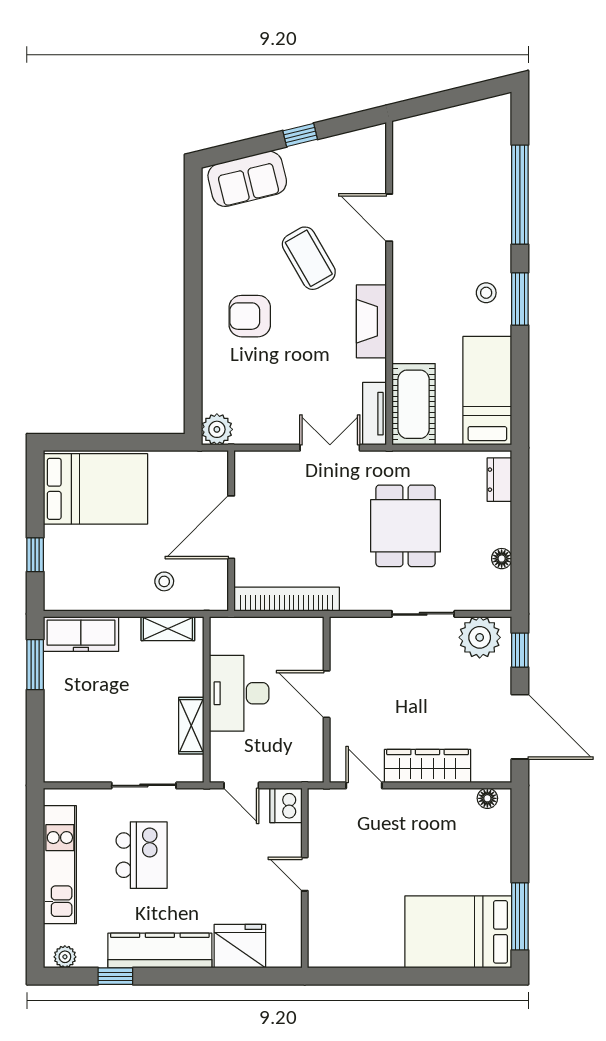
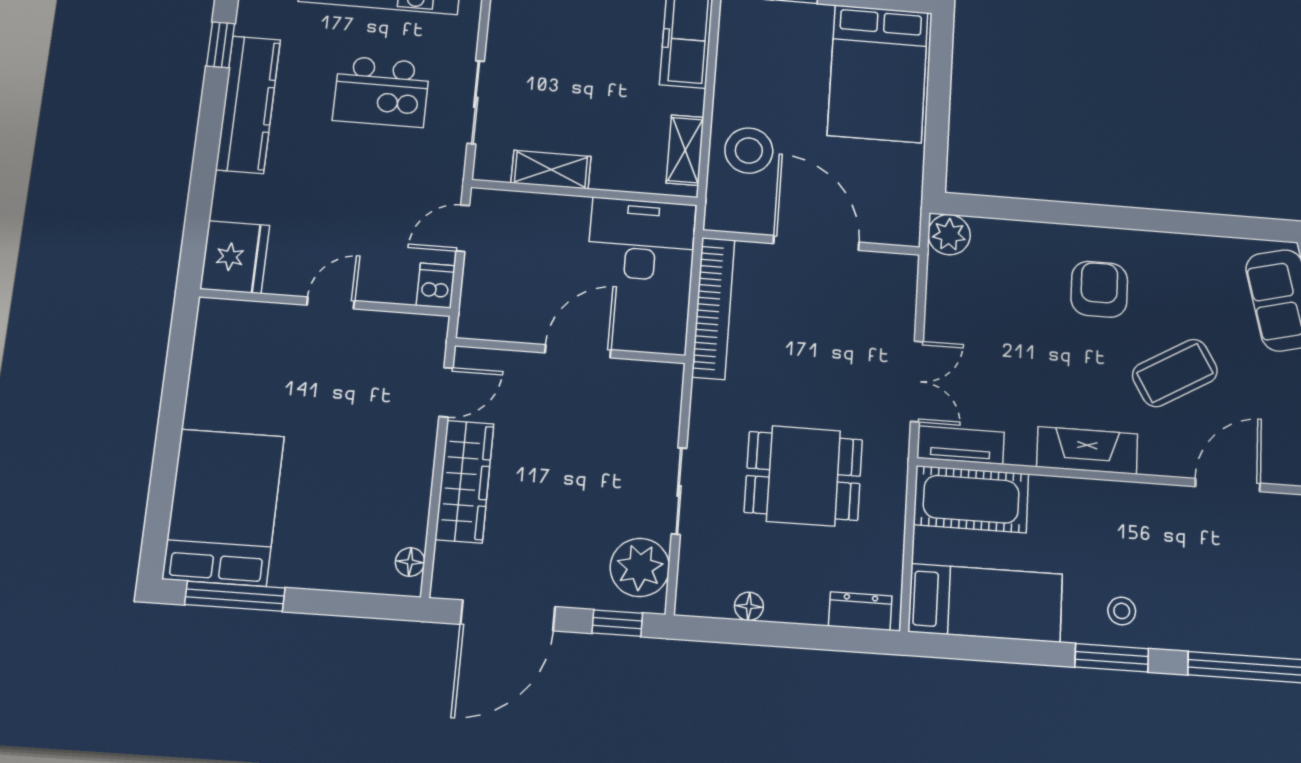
stool: (164, 581) -> (749, 151), width x1.89, depth x1.89
desk: (239, 693) -> (641, 240), moved
dishwasher: (286, 805) -> (436, 286), width x0.73
fridge: (240, 946) -> (235, 257), moved

